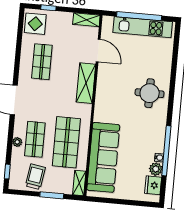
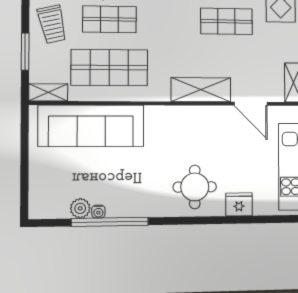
door: (98, 50) -> (251, 104), hinge flipped
trolley: (35, 177) -> (52, 24), turned 68
fridge: (153, 185) -> (239, 204), moved

